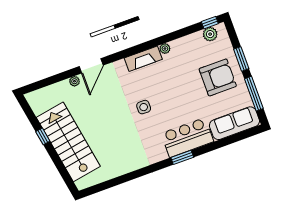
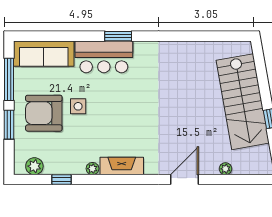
window: (210, 23) -> (62, 180), moved
plant: (74, 81) -> (225, 169), moved
side table: (144, 107) -> (78, 106), moved

